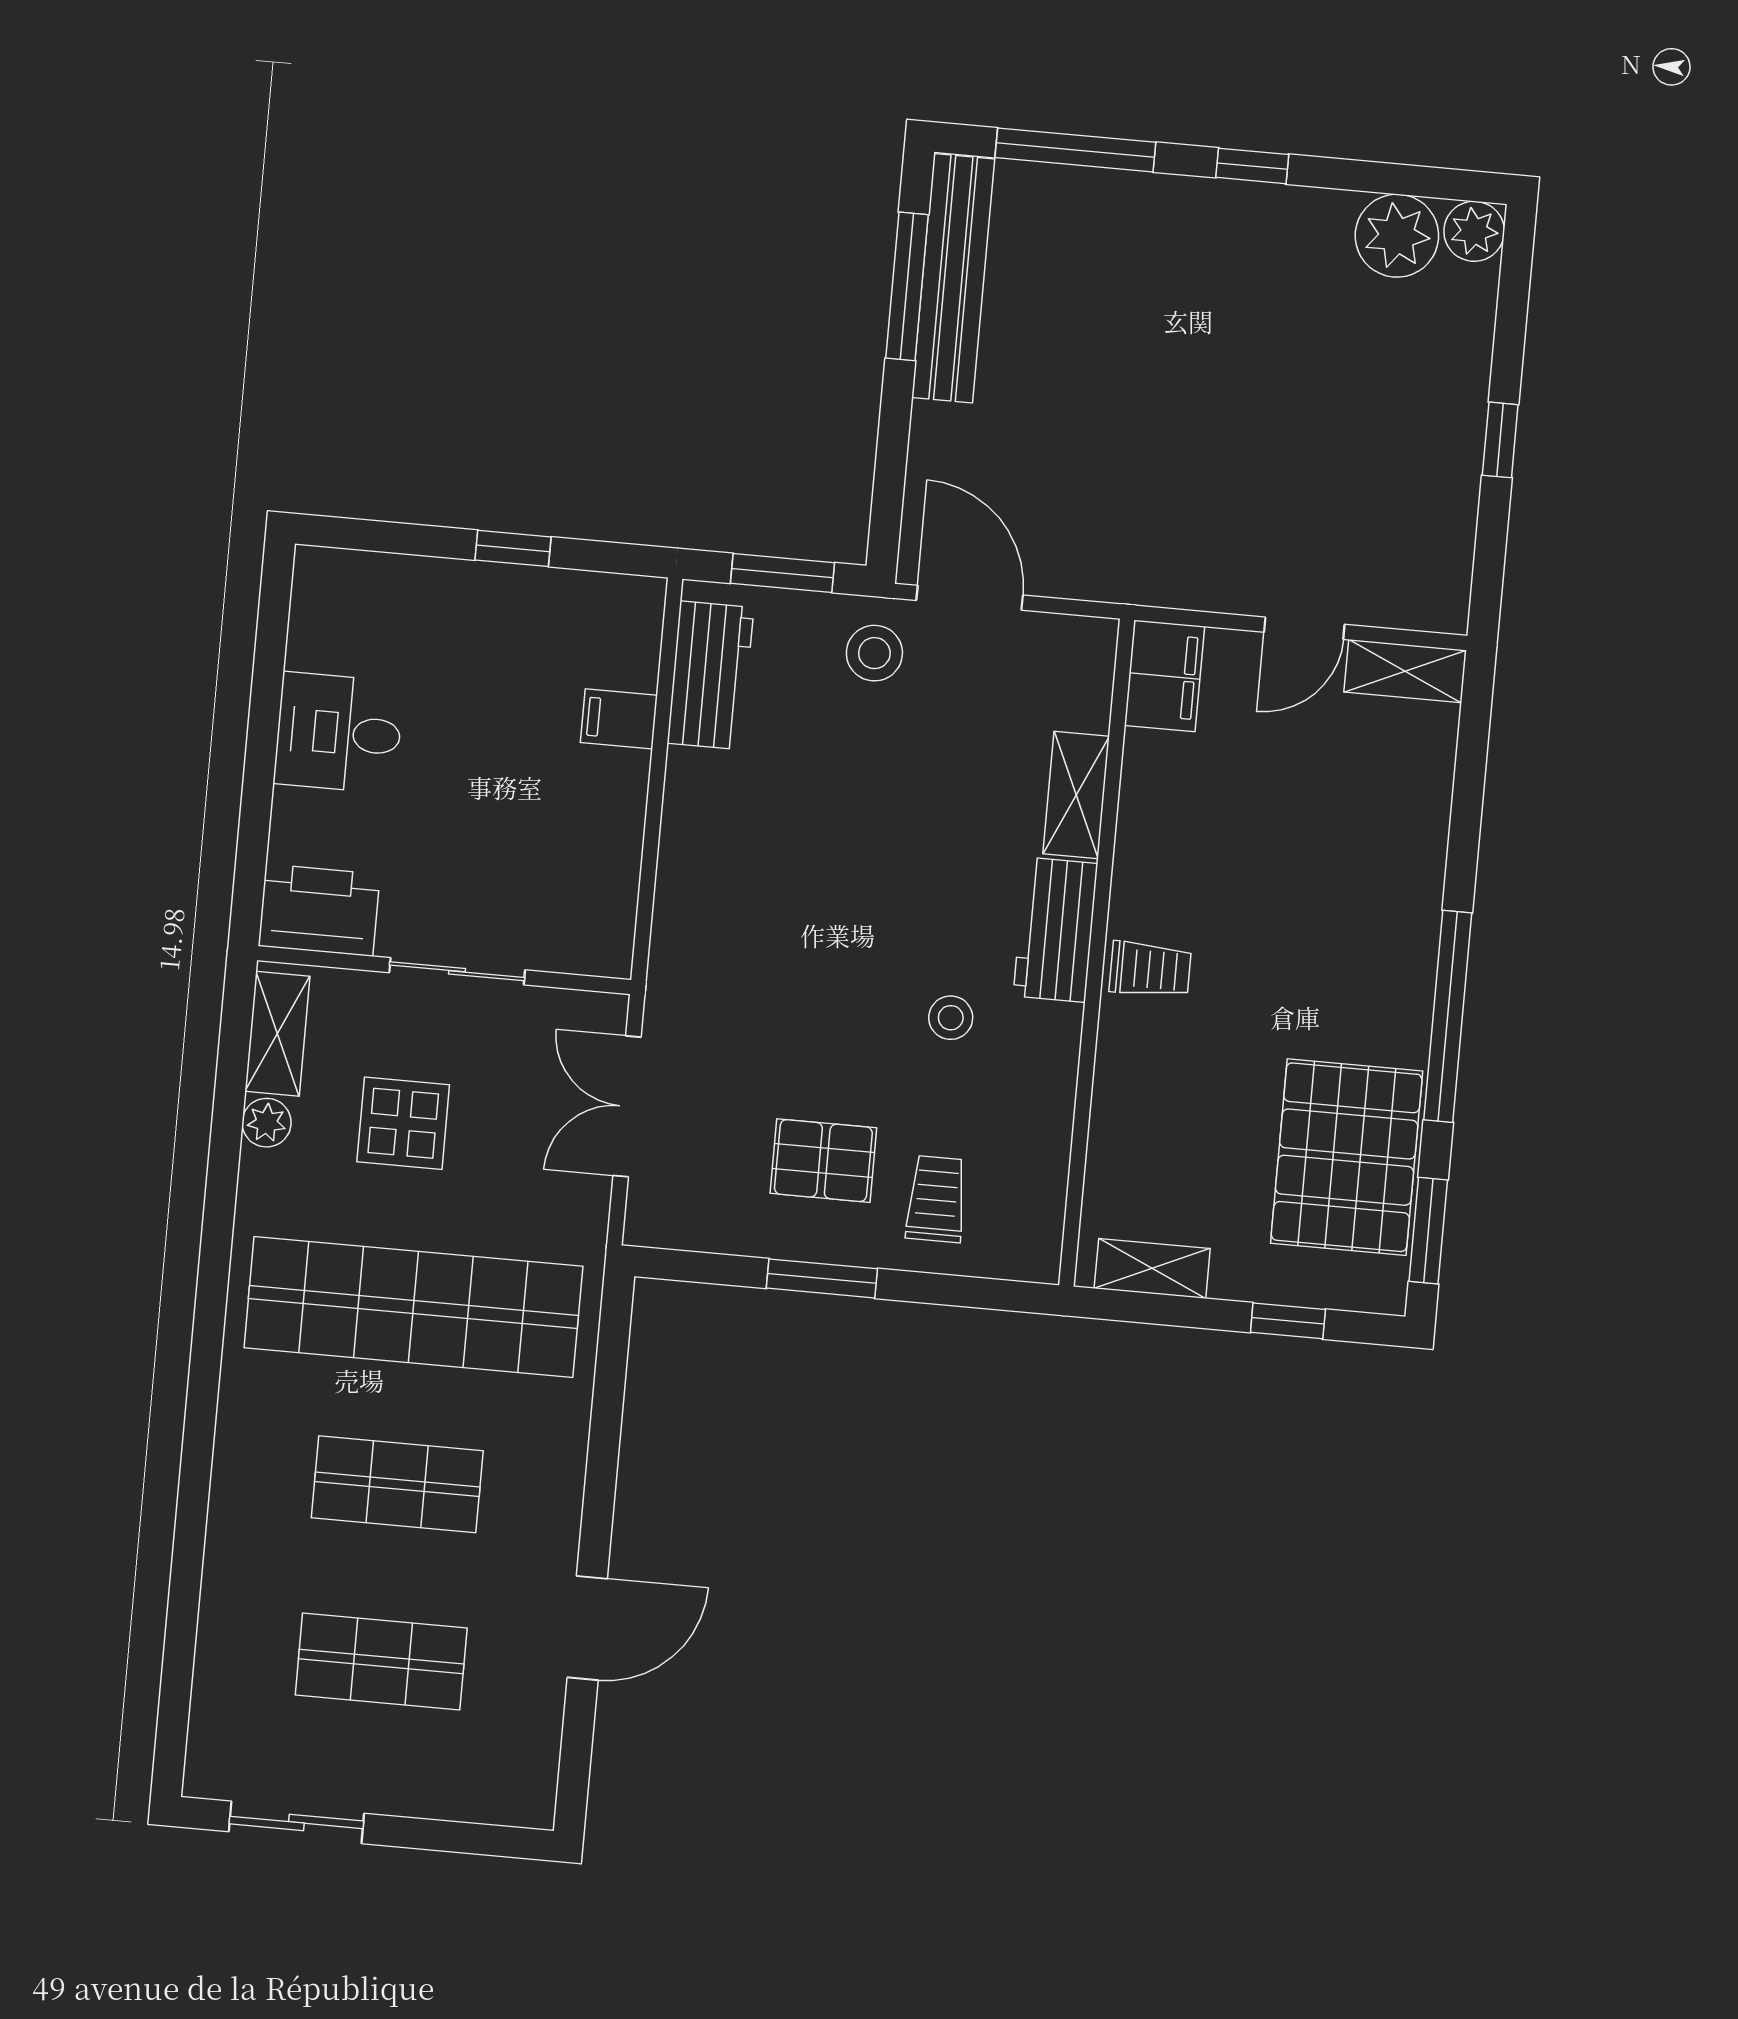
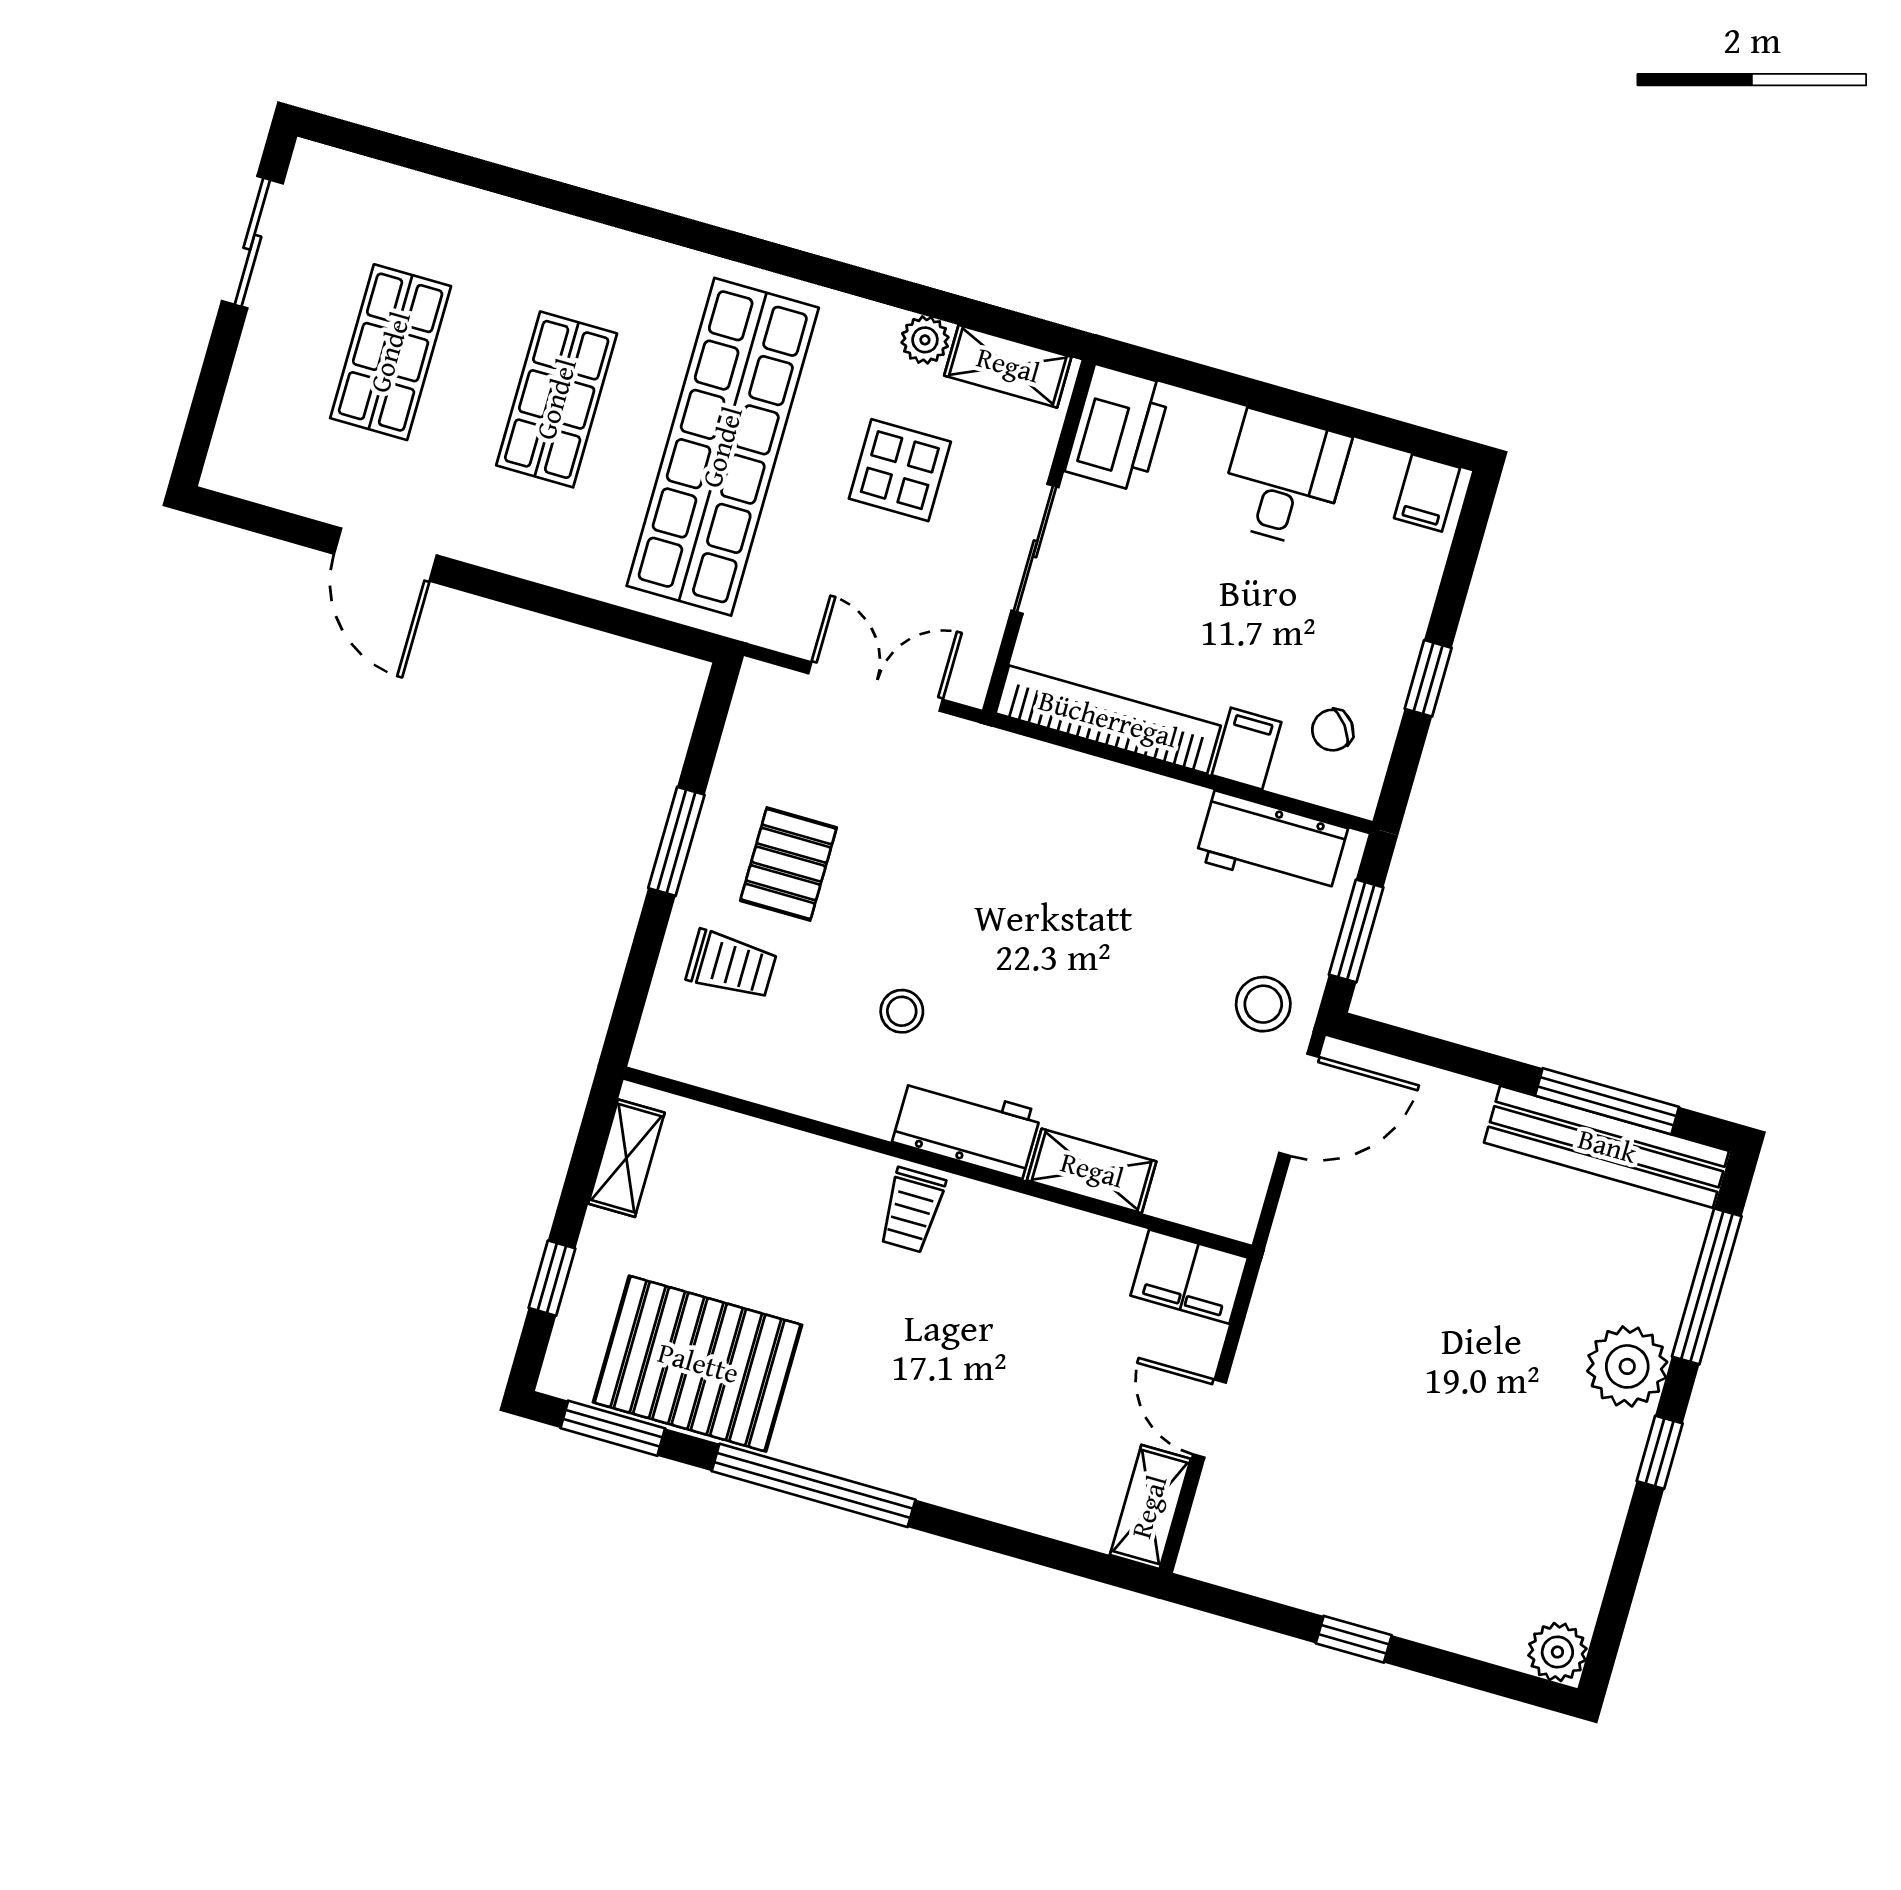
plant: (1397, 236) -> (1627, 1366), moved
filing cabinet: (325, 585) -> (1427, 493), added
chair: (584, 635) -> (1333, 730), added
bookcase: (616, 865) -> (1108, 720), added

